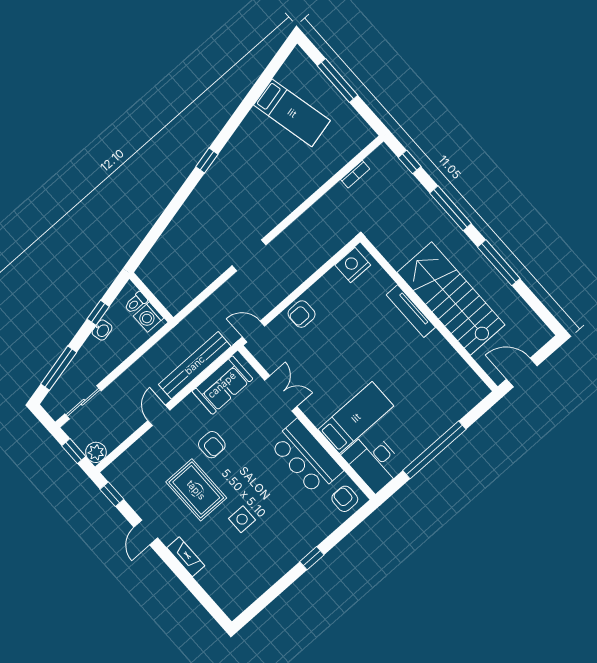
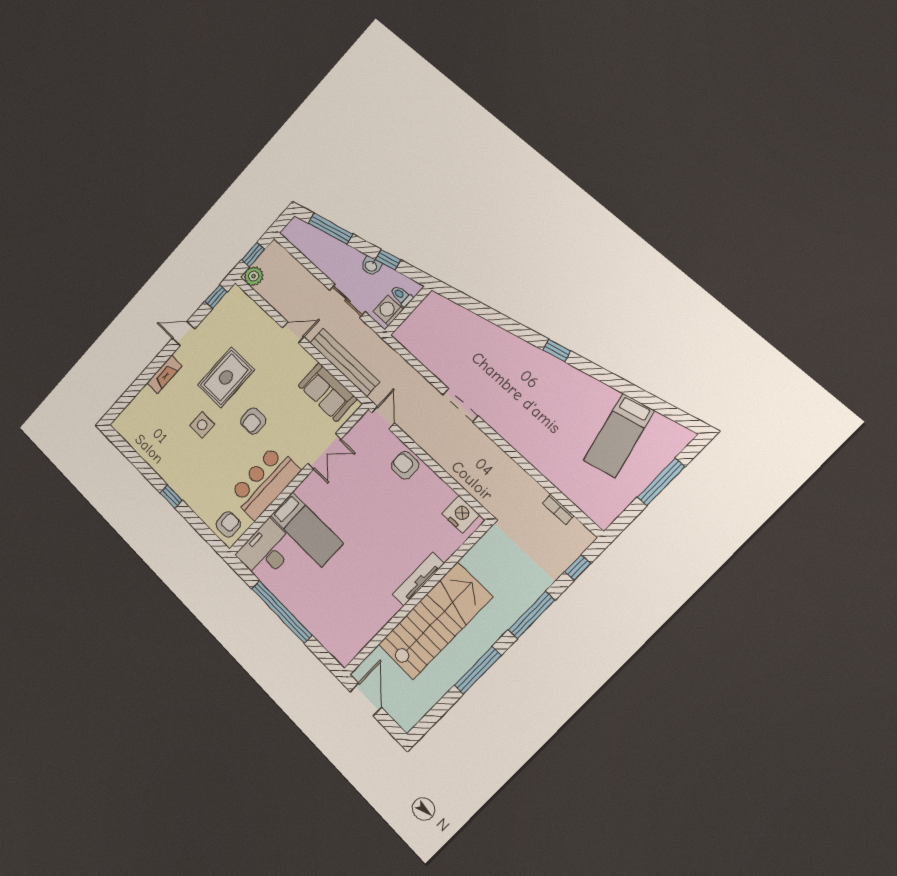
sliding door: (83, 402) -> (347, 301), moved
armchair: (212, 445) -> (253, 421), moved

